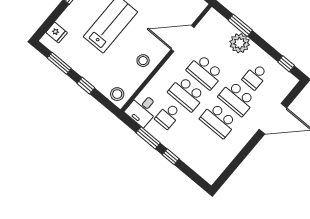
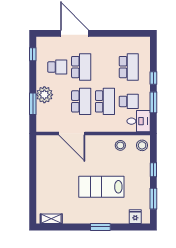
stool: (143, 61) -> (120, 145), moved
school desk: (218, 121) -> (129, 67), moved

